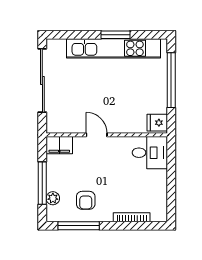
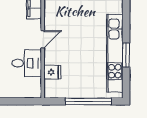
fridge: (157, 123) -> (52, 72), moved, turned 90
desk: (150, 153) -> (27, 63), moved, turned -90

